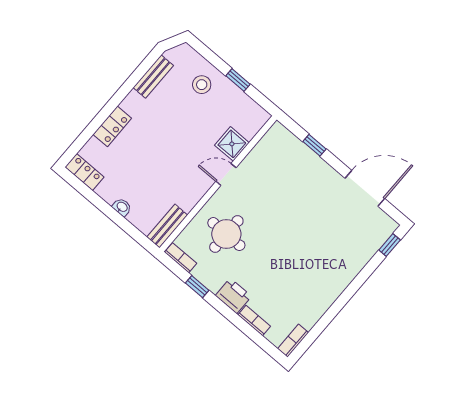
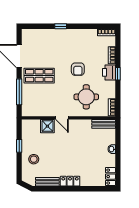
locker: (112, 126) -> (70, 181), moved
window: (314, 145) -> (19, 92), width x2.17
shop shelf: (313, 193) -> (39, 76), added
window: (390, 245) -> (61, 26), moved
armchair: (276, 256) -> (78, 69), added
window: (197, 287) -> (118, 74), moved

